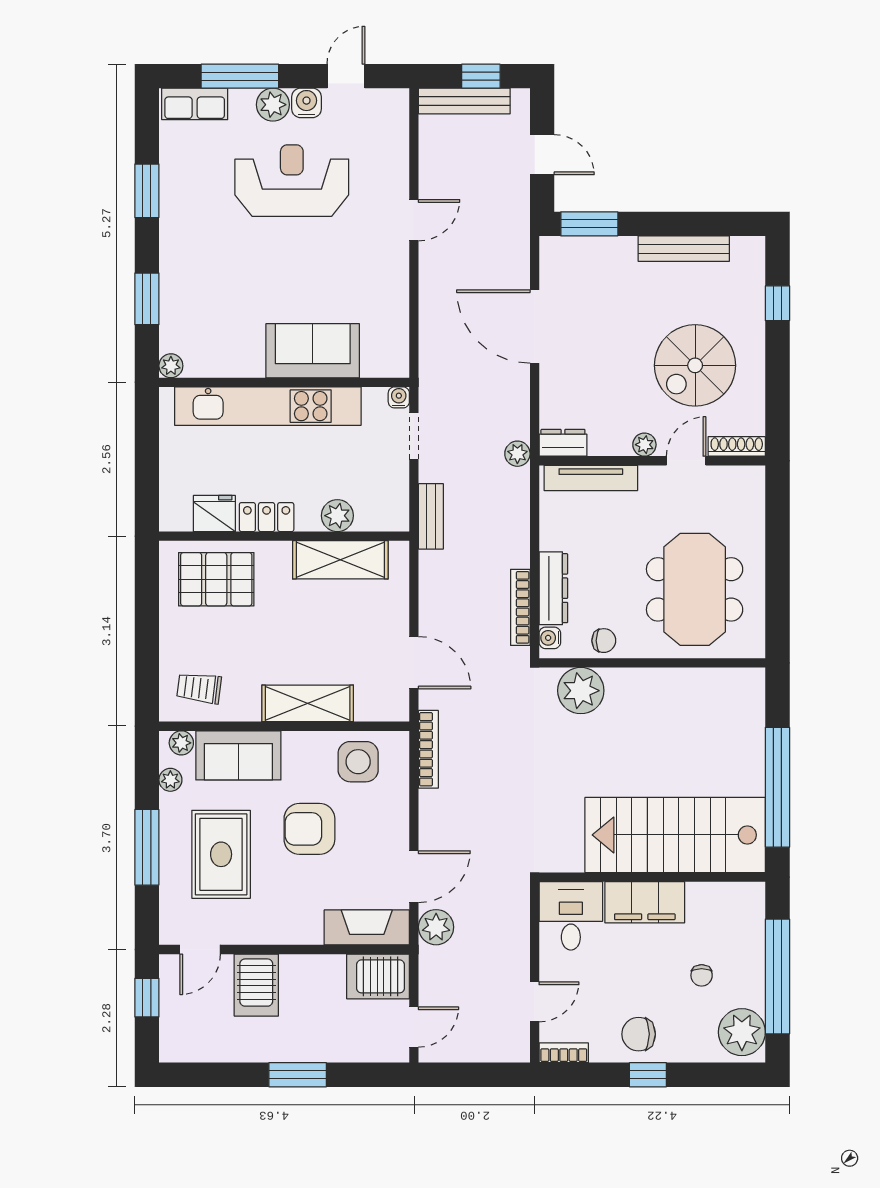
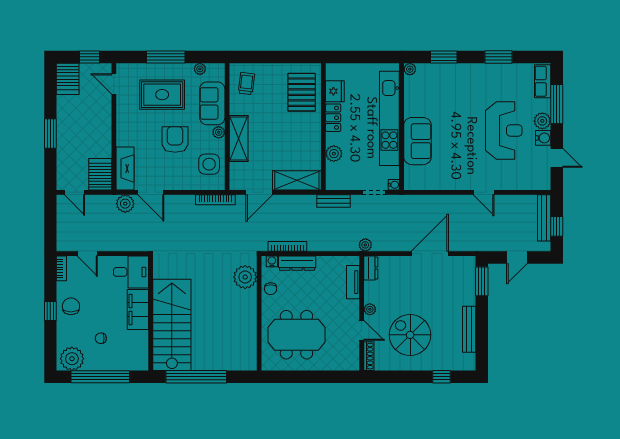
tv unit: (591, 478) -> (353, 282), width x0.71
shelving: (340, 560) -> (297, 180), moved, turned 90
plant: (181, 743) -> (219, 132), moved
server rack: (256, 985) -> (68, 79), moved, turned -90

